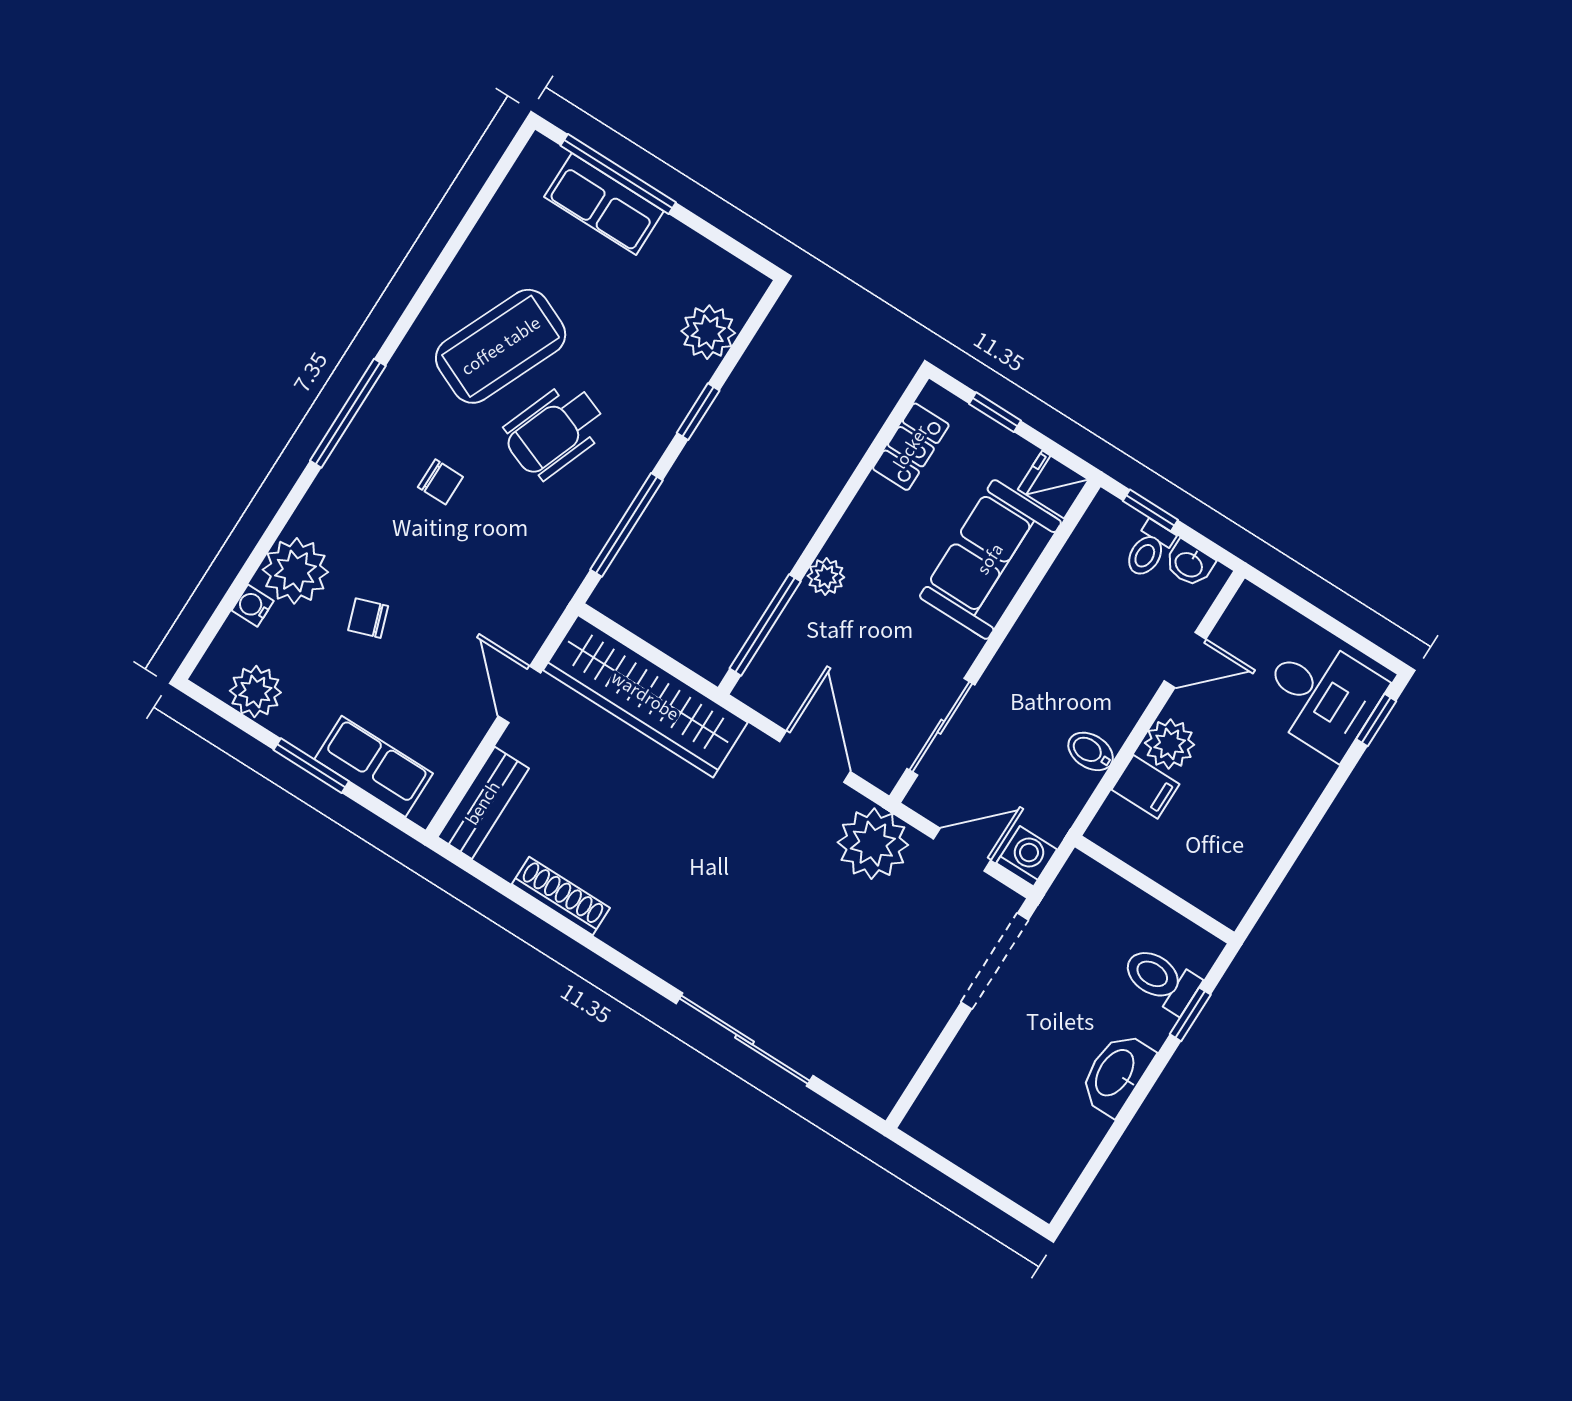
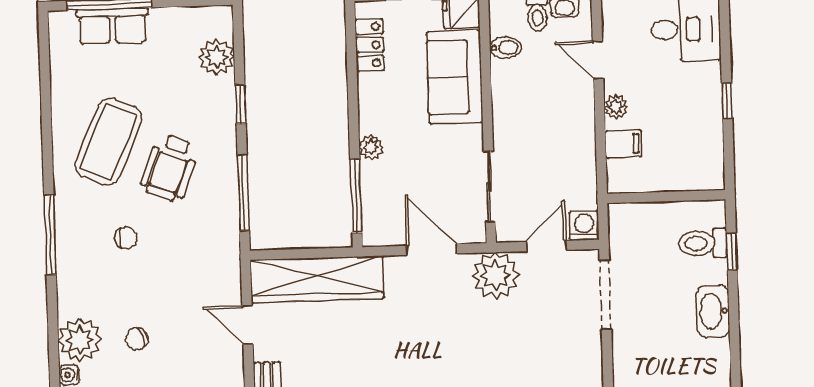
door: (1185, 660) -> (598, 60), swing flipped
window: (1376, 720) -> (727, 101), moved
plant: (1170, 744) -> (616, 107), width x0.73, depth x0.73
bidet: (1091, 751) -> (506, 48), moved, turned 180

